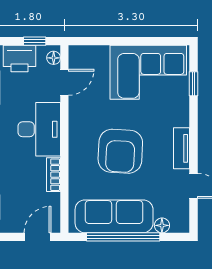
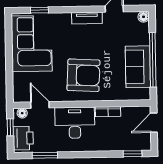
armchair: (120, 151) -> (83, 75), moved
sofa: (114, 216) -> (138, 67), width x0.73
floor lamp: (162, 225) -> (144, 17), moved
door: (38, 237) -> (154, 123), hinge flipped

